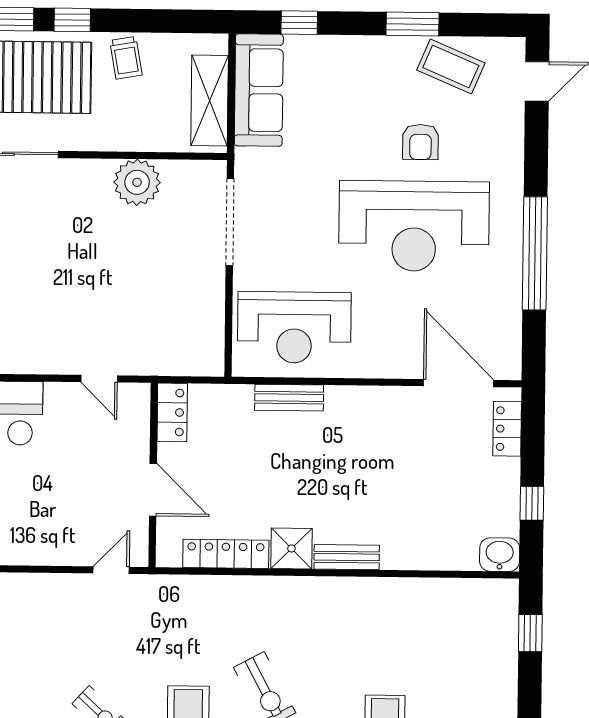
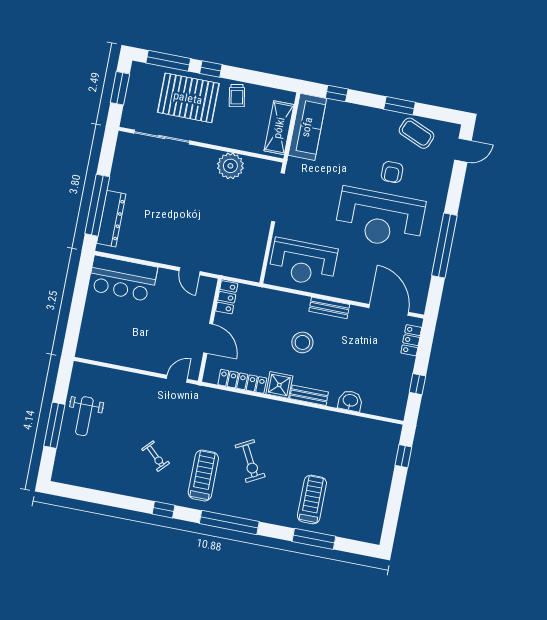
bench: (289, 398) -> (329, 308), moved
stool: (318, 467) -> (302, 342), added
washbasin: (500, 555) -> (350, 401), moved

